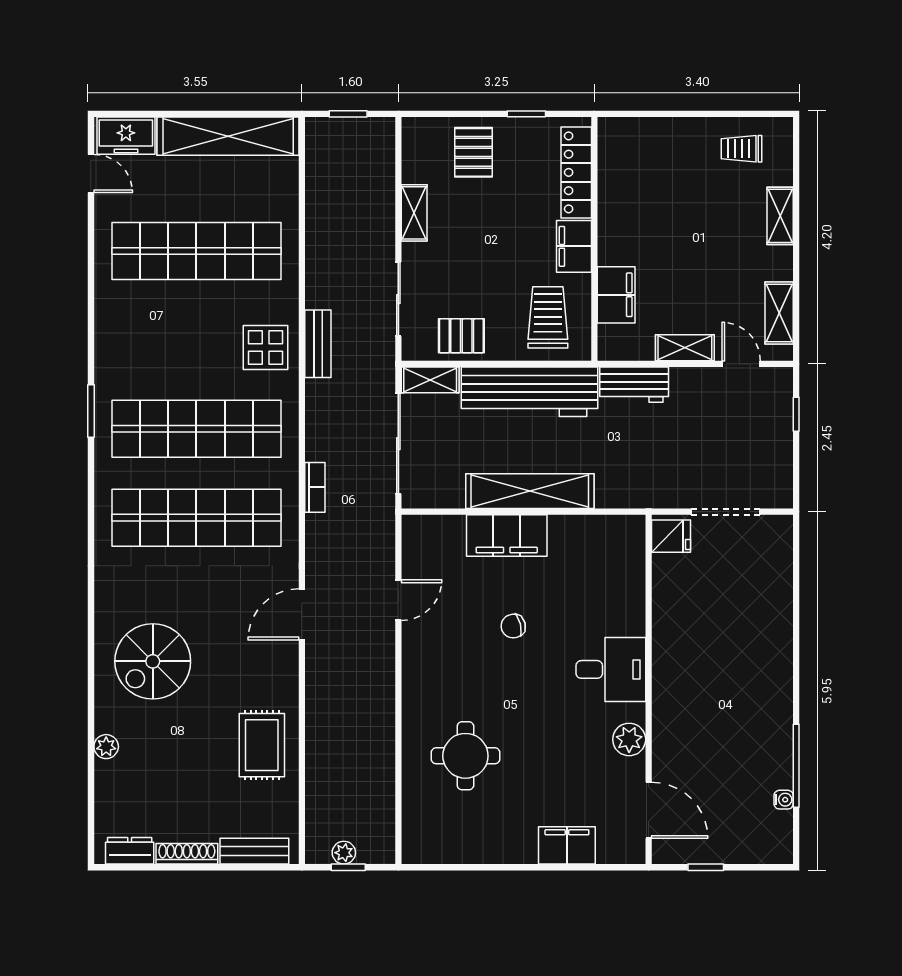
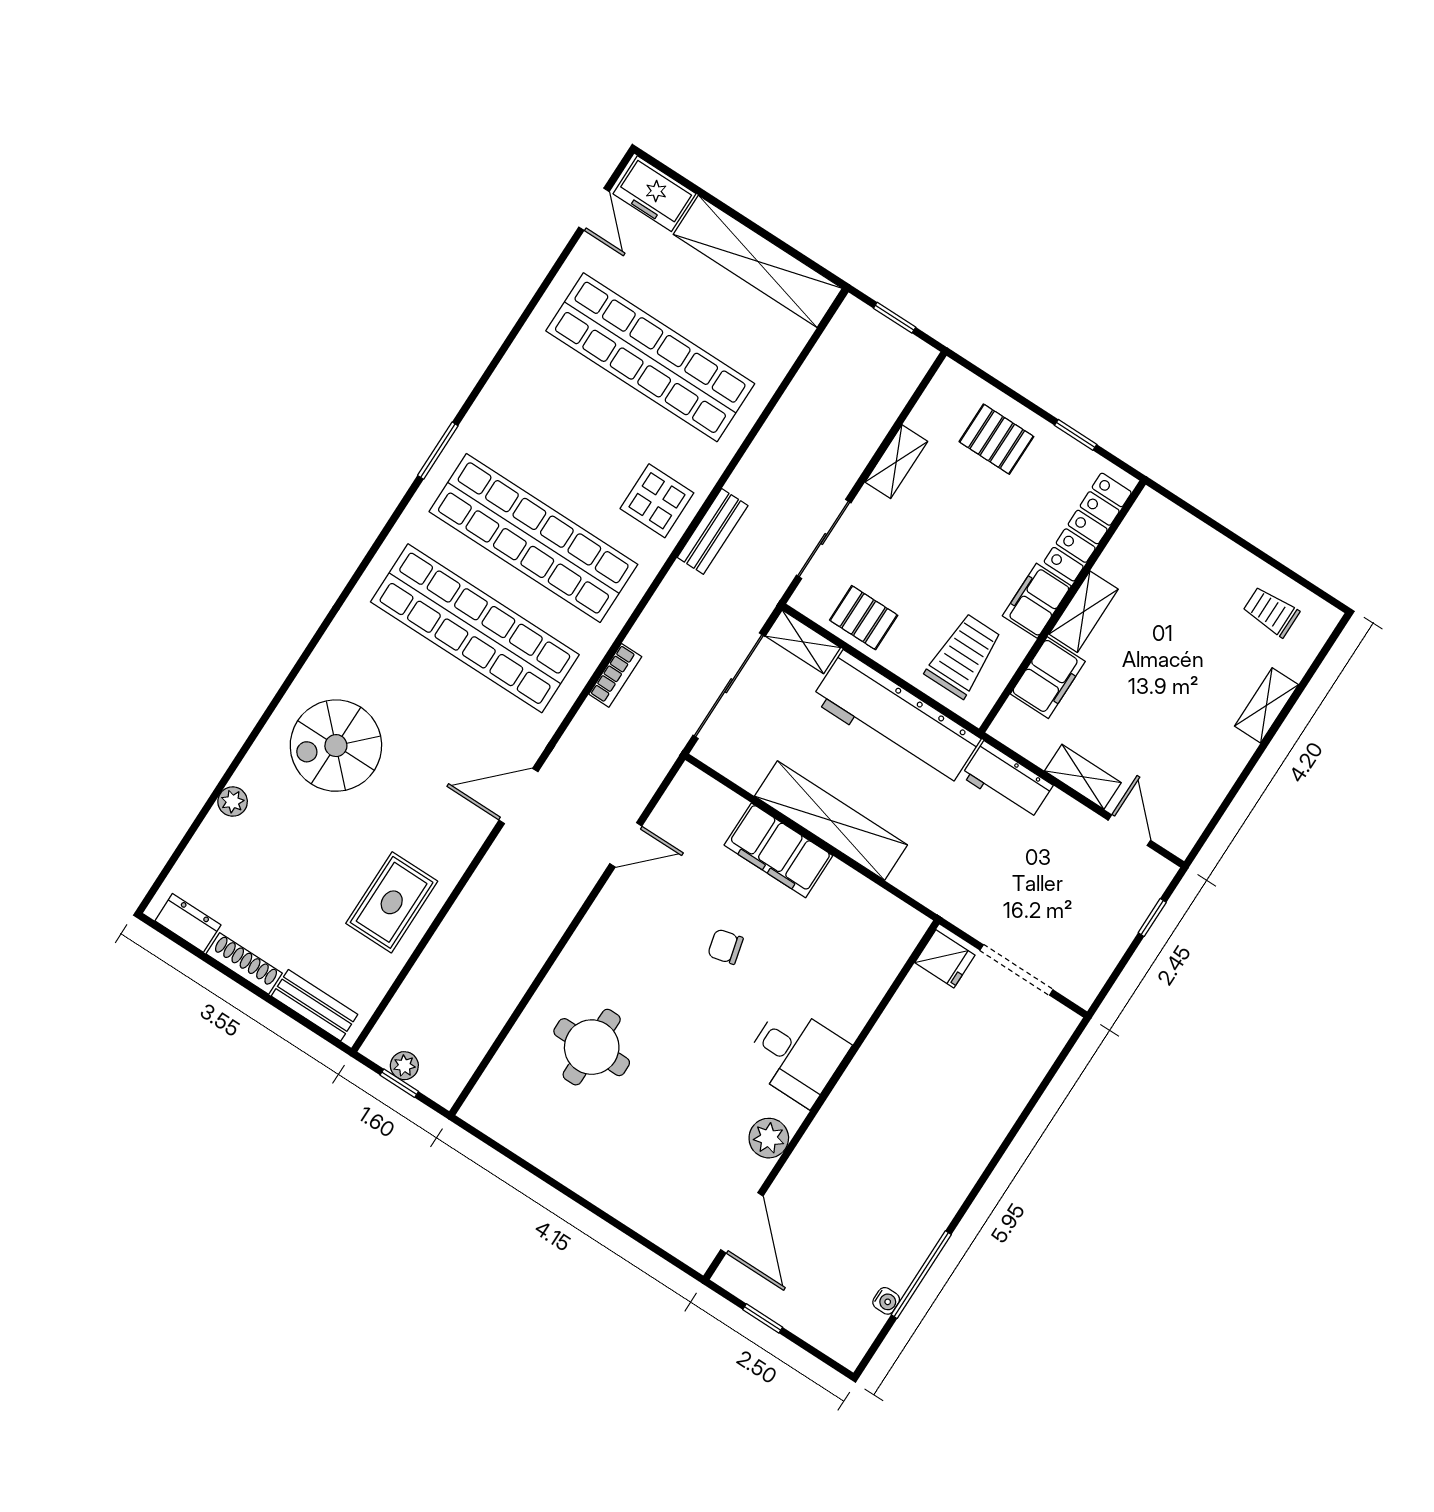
pallet: (473, 152) -> (996, 439), turned 90
shelving: (779, 313) -> (1084, 612), moved
filing cabinet: (567, 845) -> (636, 1205), removed

